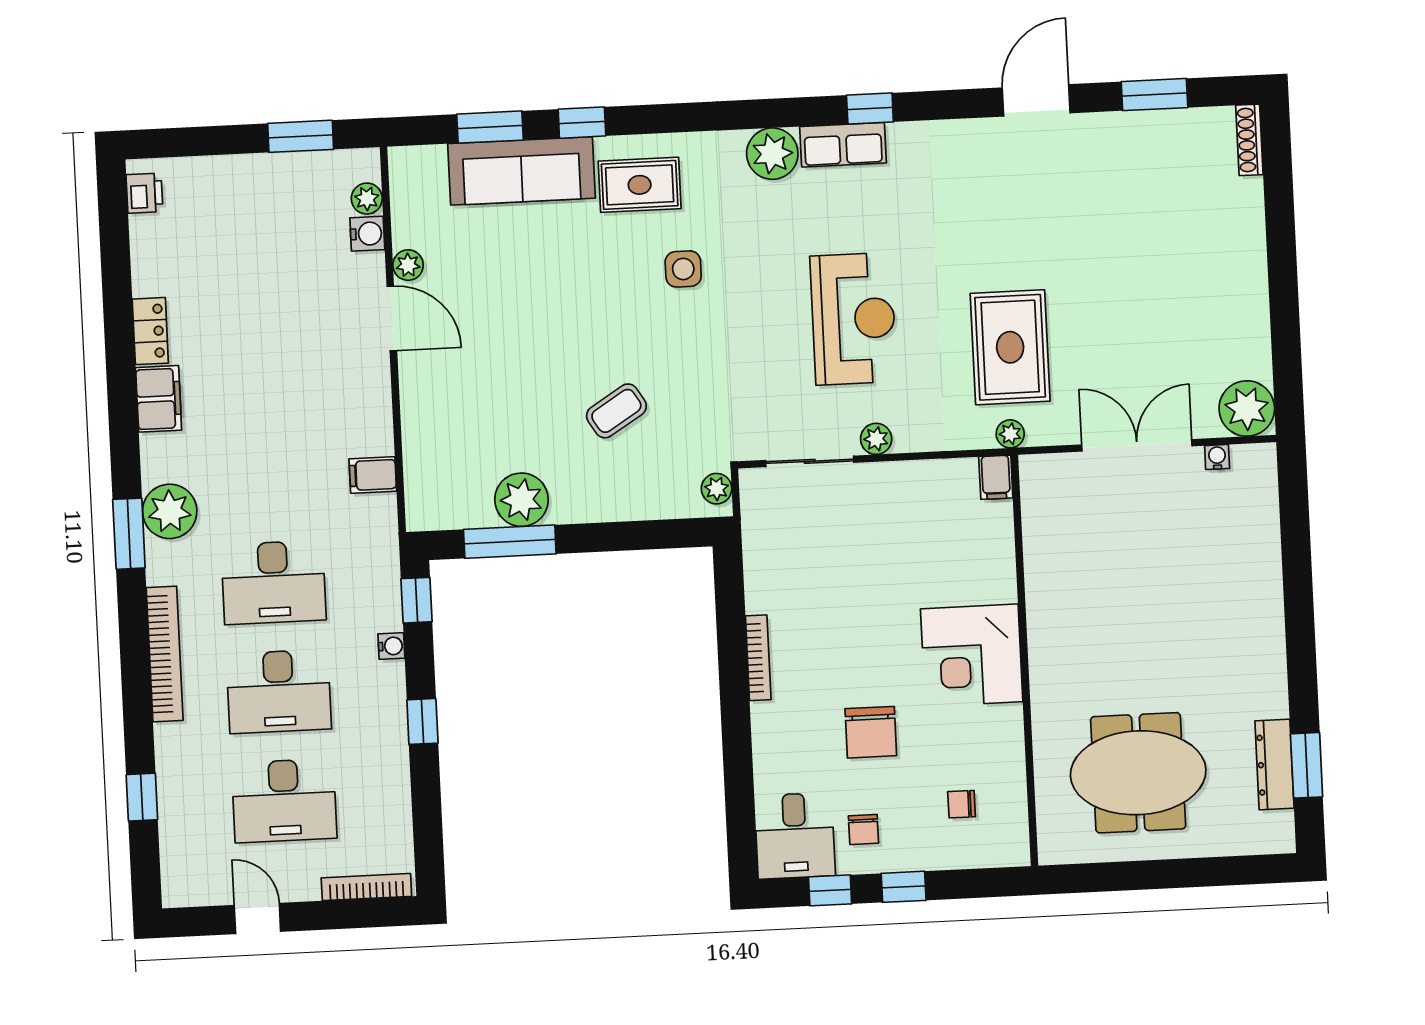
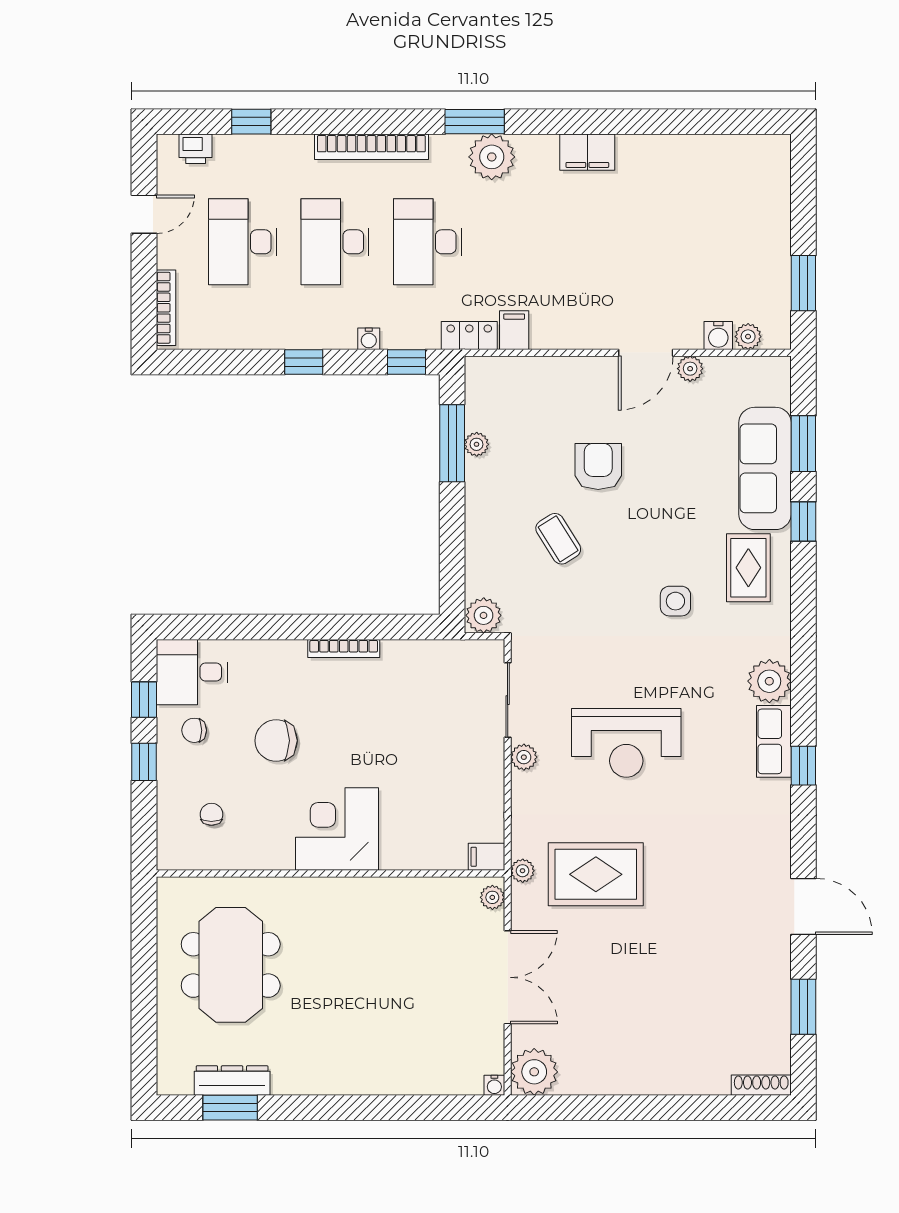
printer: (144, 193) -> (196, 149), moved
locker: (150, 331) -> (469, 336), moved, turned 180
armchair: (529, 368) -> (598, 466), added
water cooler: (1217, 457) -> (494, 1085), moved, turned 90
plant: (1043, 468) -> (492, 897), added
plant: (717, 489) -> (484, 615), width x1.38, depth x1.38
plant: (521, 500) -> (477, 444), width x0.53, depth x0.53

